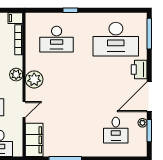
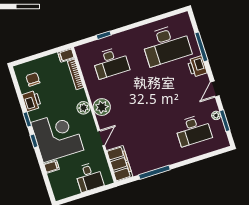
window: (70, 10) -> (104, 35), moved
window: (149, 34) -> (201, 47), moved
door: (149, 97) -> (215, 89), width x0.53
desk: (116, 130) -> (193, 130), width x1.37

